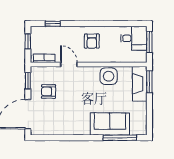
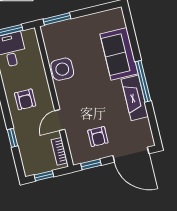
window: (53, 24) -> (12, 138), moved
armchair: (92, 41) -> (25, 99), turned 90
fireplace: (140, 84) -> (135, 98), moved, turned 90
window: (120, 138) -> (143, 81), moved

